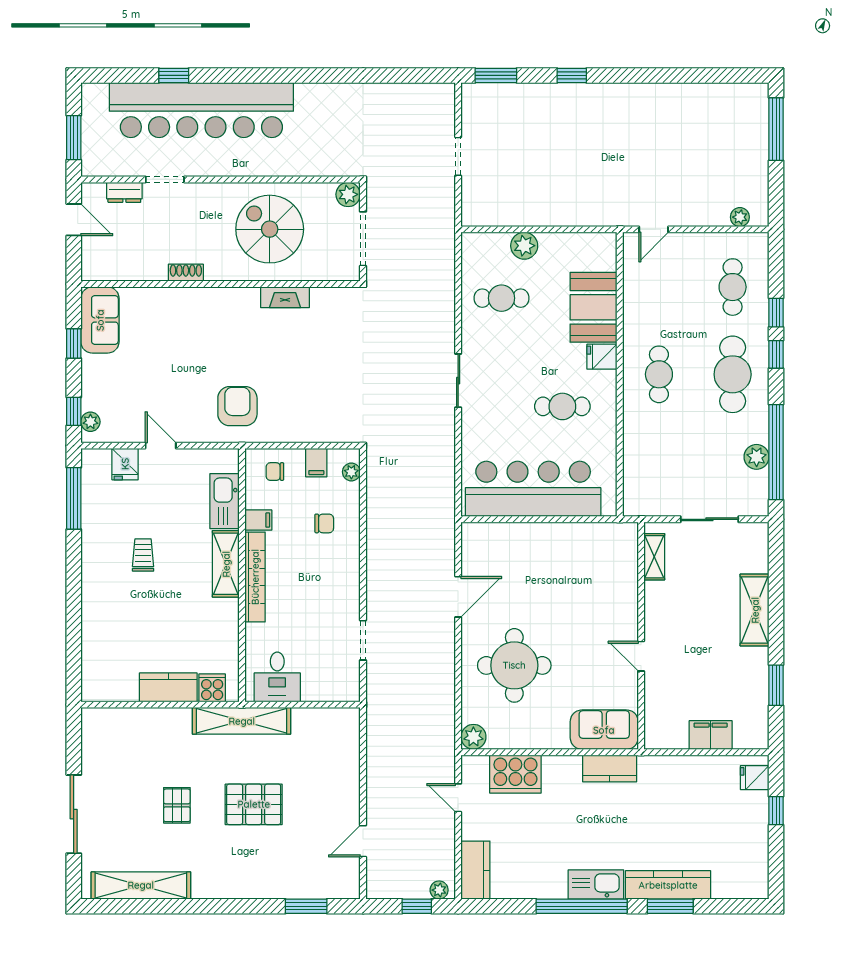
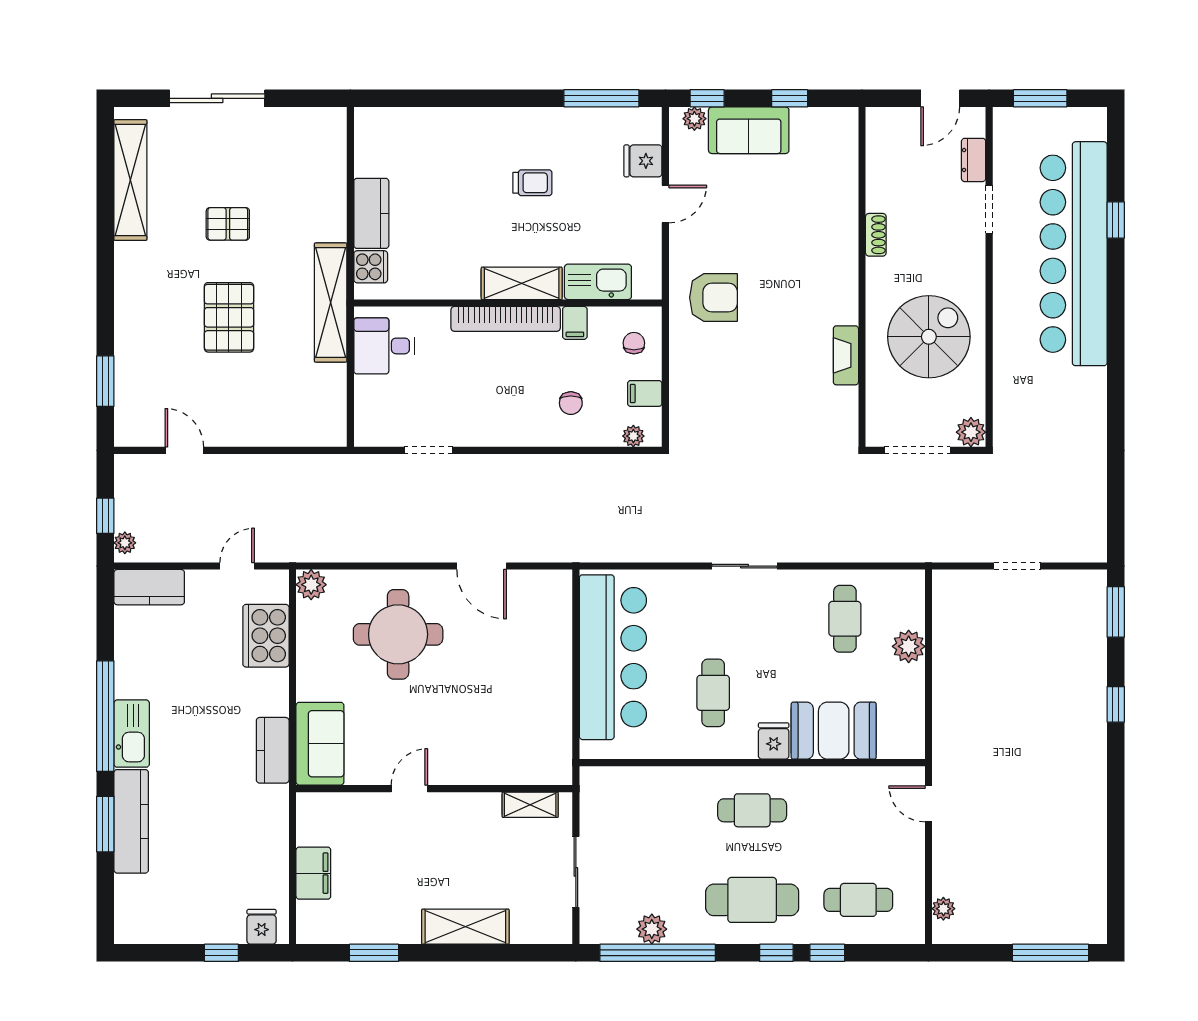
sofa: (100, 320) -> (749, 130), moved

